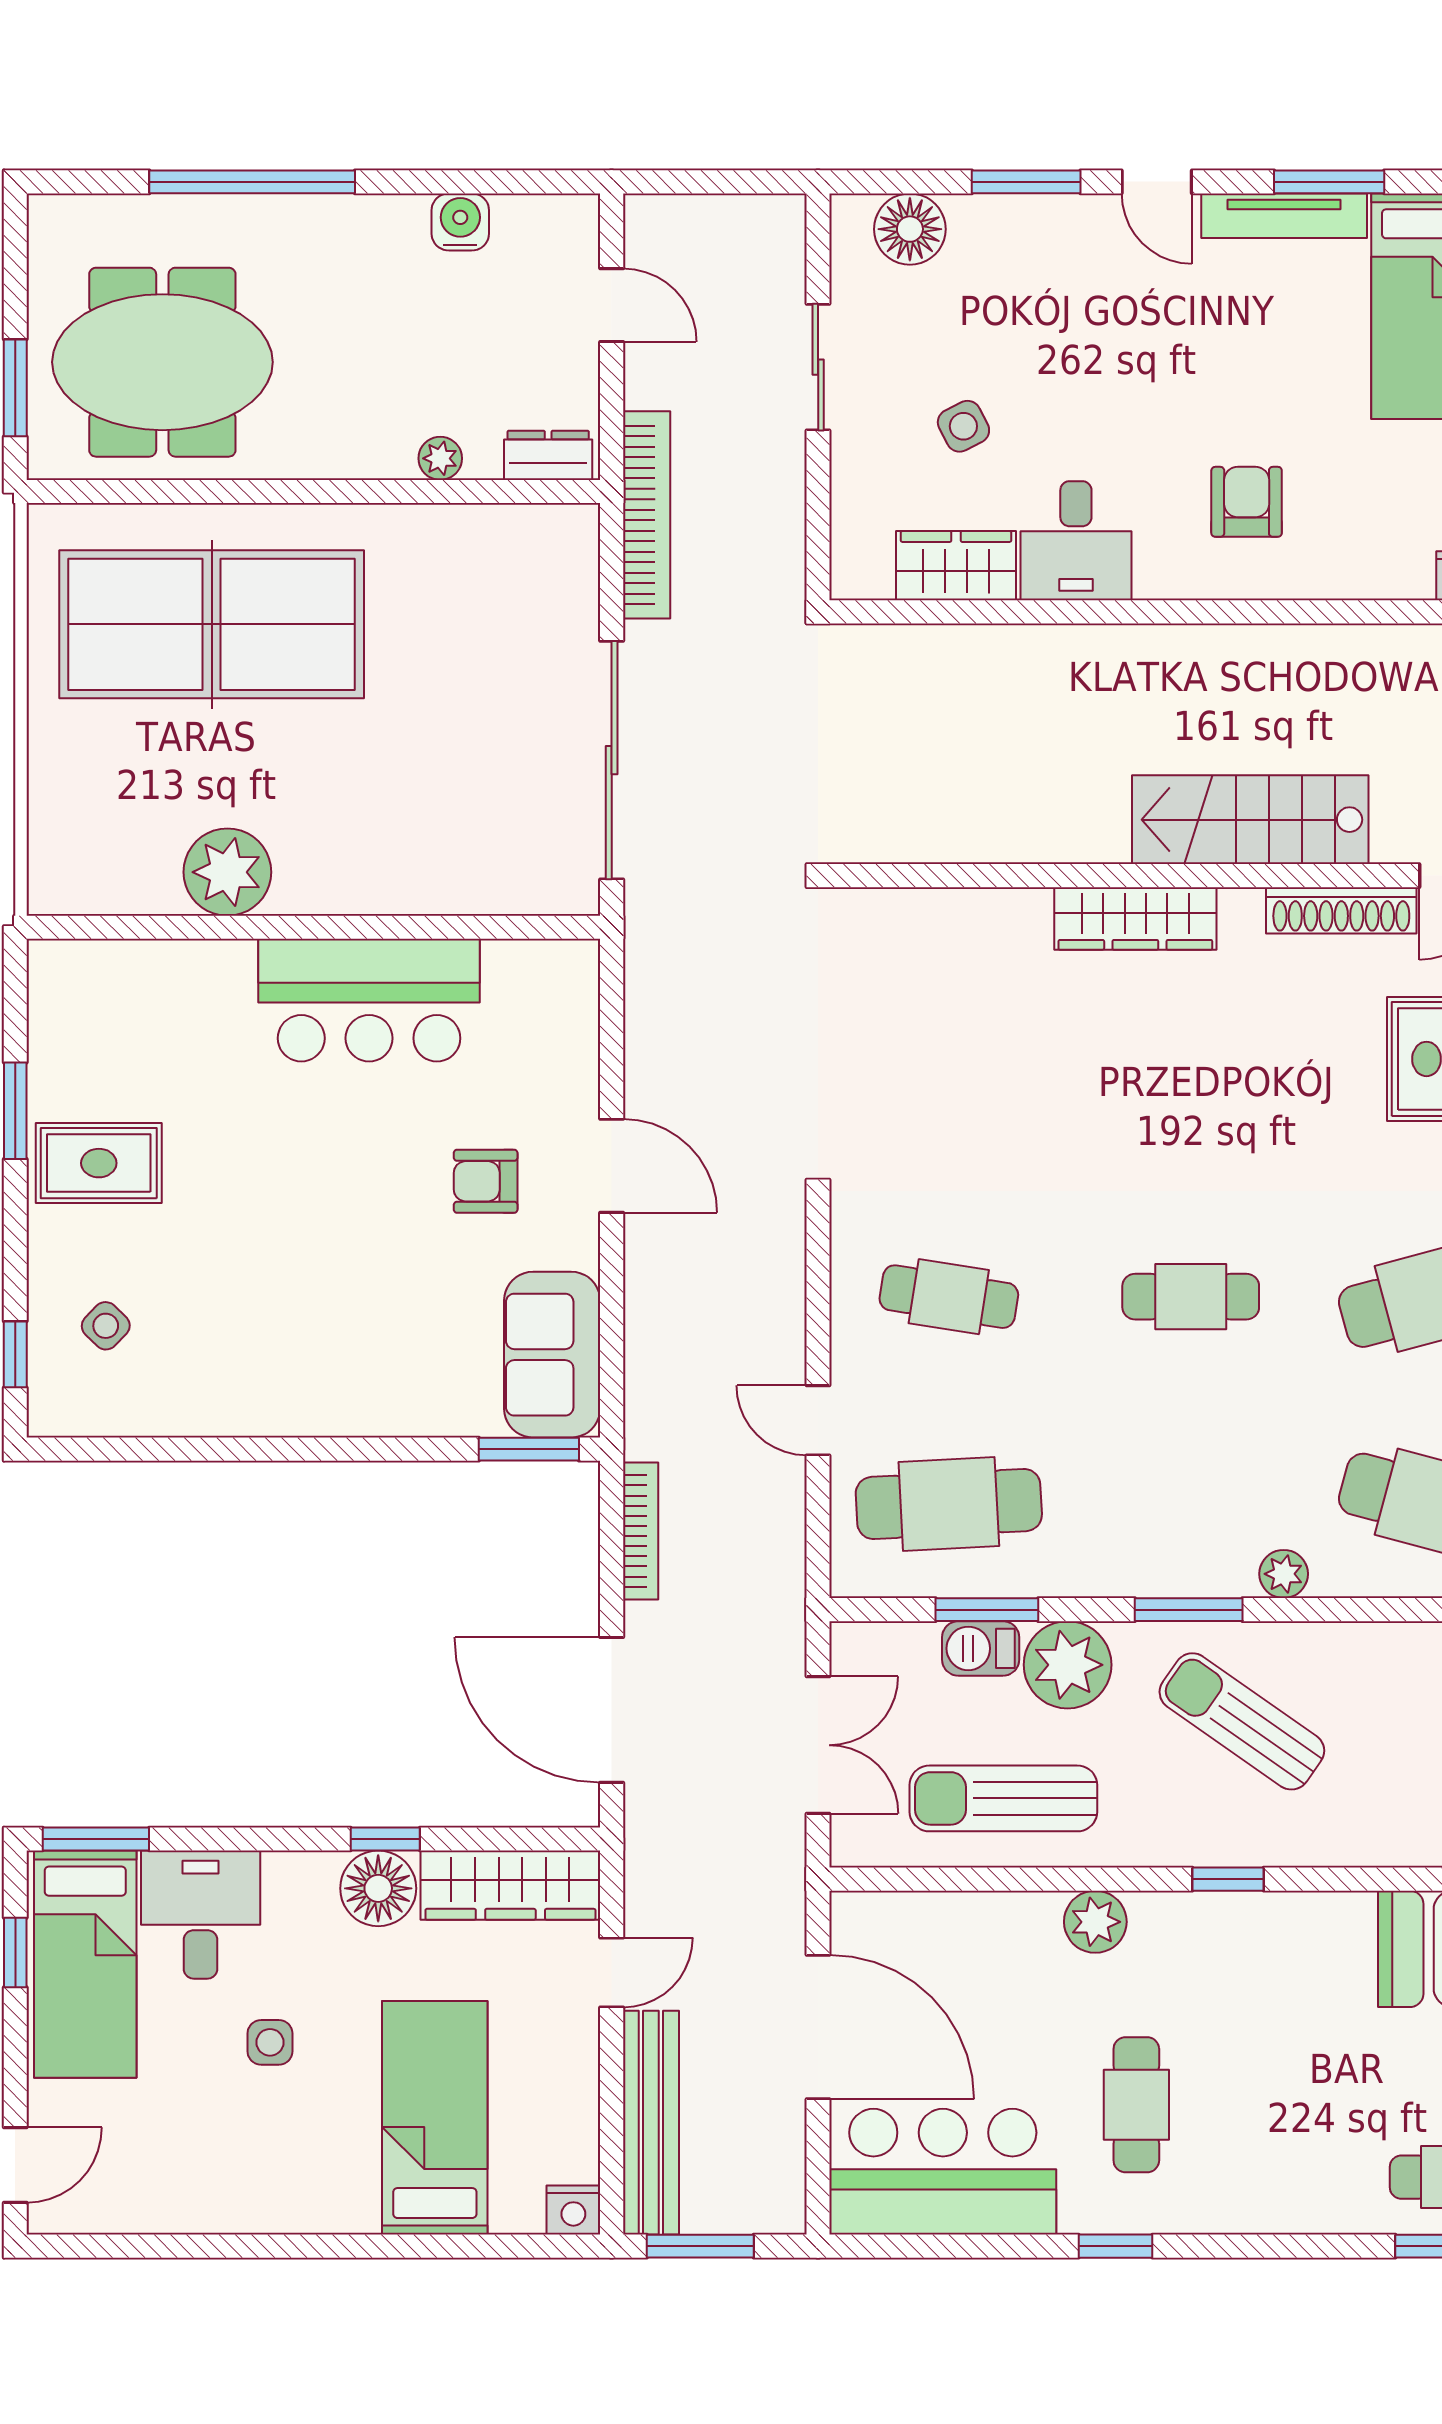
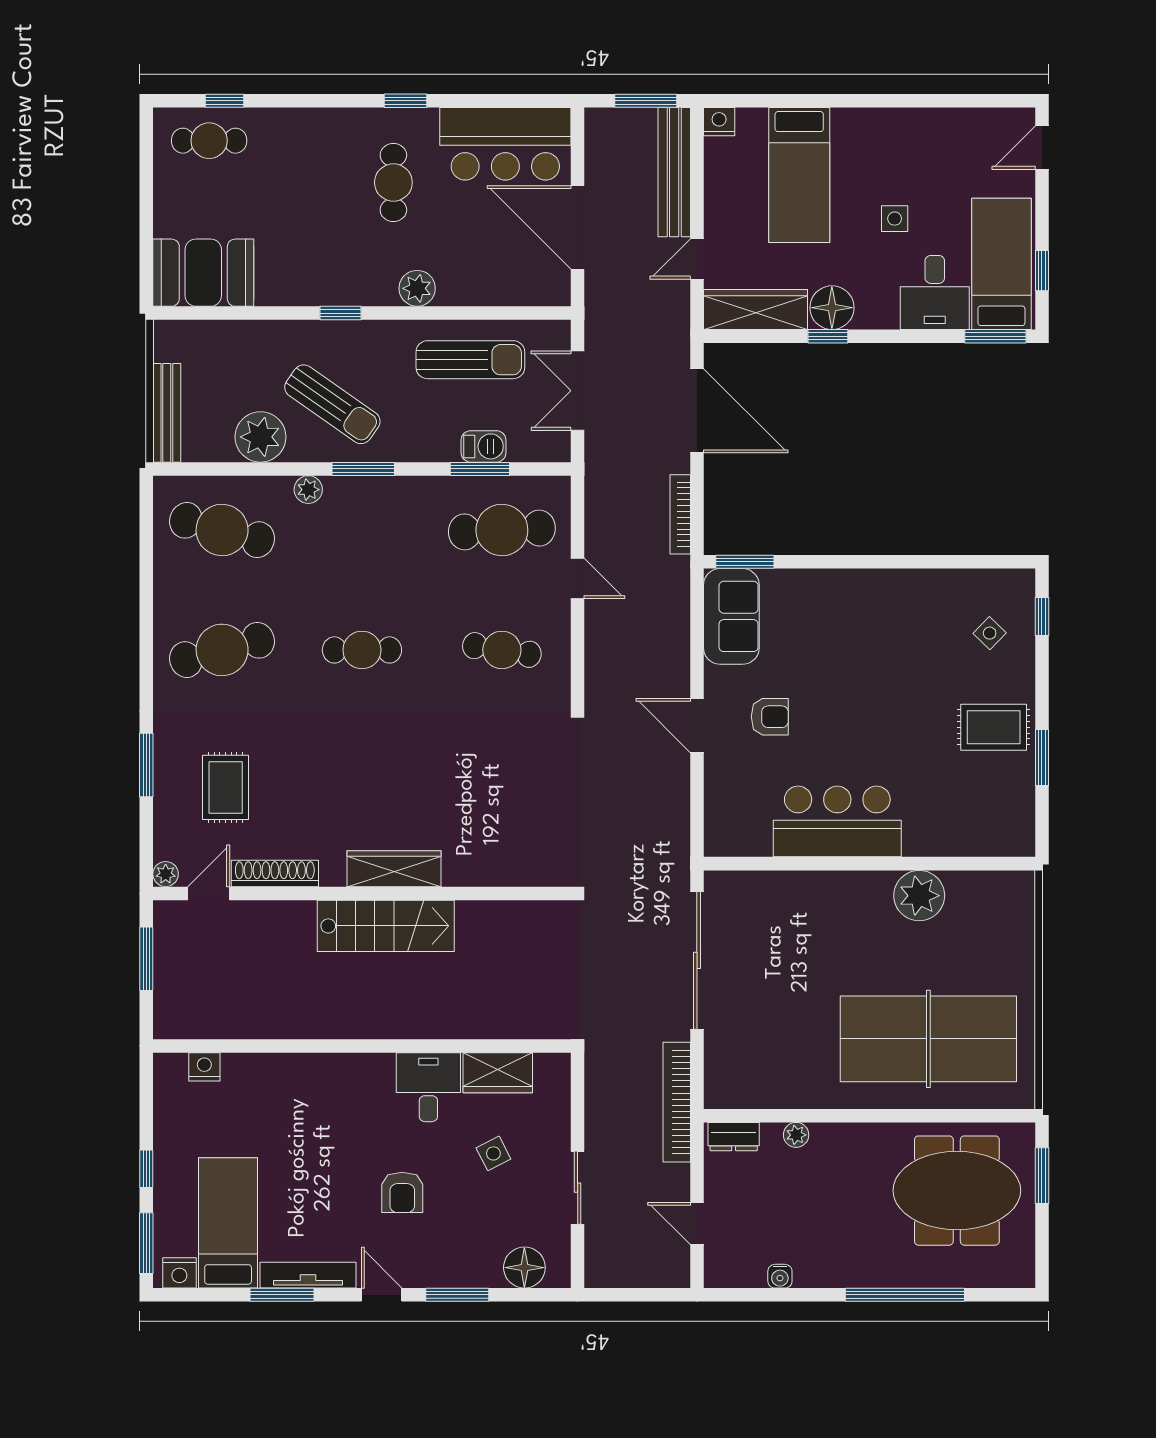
water cooler: (460, 222) -> (780, 1276), width x0.72, depth x0.72
armchair: (1247, 502) -> (402, 1192), moved
stairs: (1250, 820) -> (386, 926), moved
plant: (1068, 1665) -> (260, 437), moved

